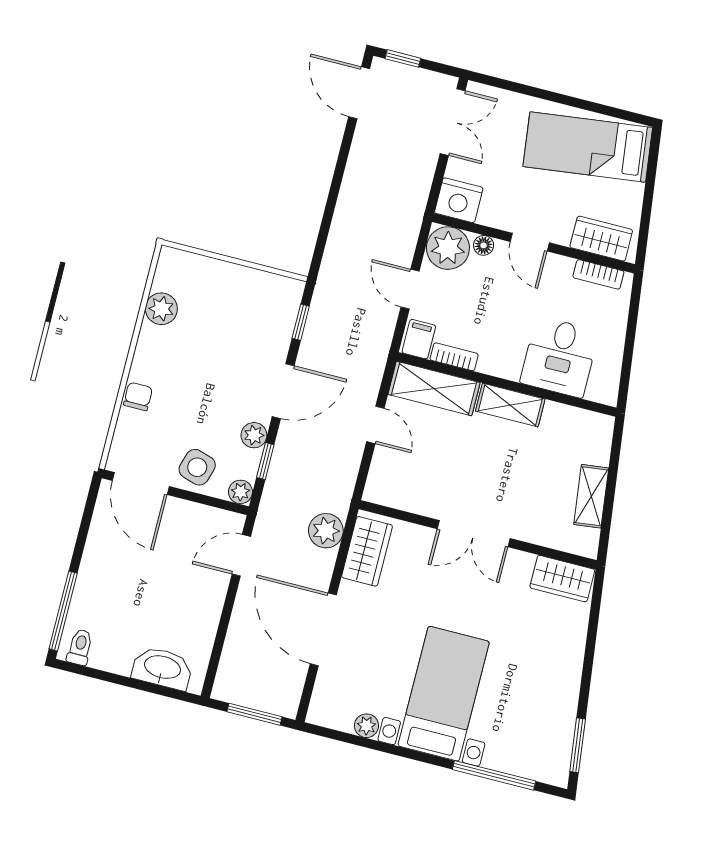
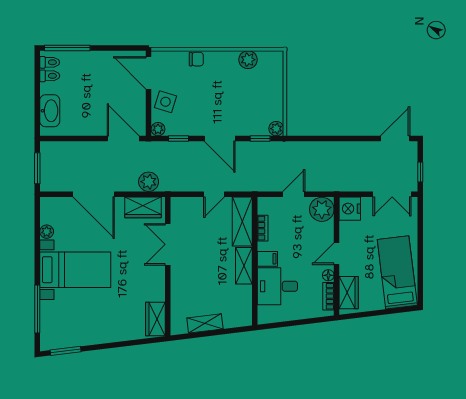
window: (403, 58) -> (420, 172), moved
floor lamp: (484, 245) -> (328, 275), moved
filing cabinet: (419, 339) -> (267, 259), moved
plant: (254, 435) -> (276, 129), moved
door: (141, 483) -> (149, 73), hinge flipped
double door: (474, 534) -> (168, 244), moved
door: (241, 555) -> (123, 138), width x1.38
door: (323, 629) -> (94, 194), swing flipped
toilet: (103, 653) -> (50, 76), added

